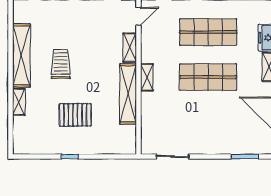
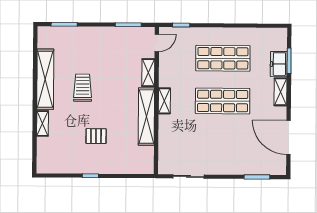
pallet: (75, 115) -> (96, 136), width x0.67, depth x0.71

